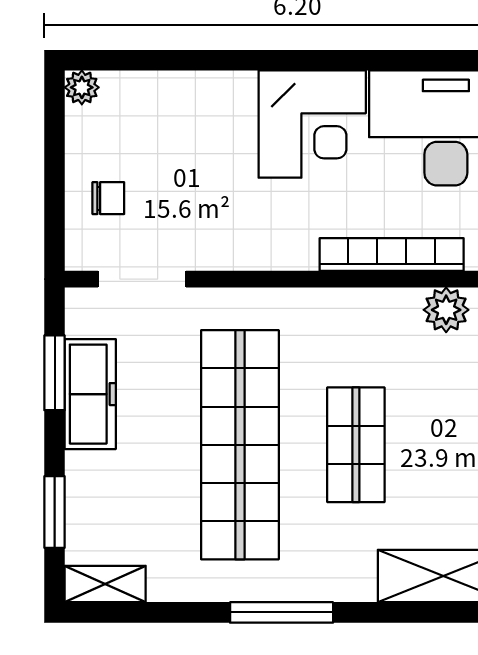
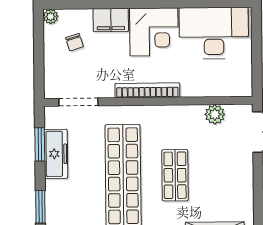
filing cabinet: (216, 97) -> (111, 20), added
chair: (108, 198) -> (74, 42), moved, turned 73
bookcase: (392, 255) -> (147, 90), moved

